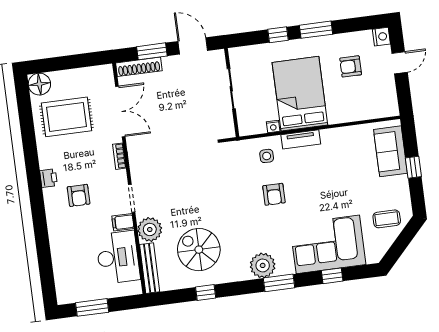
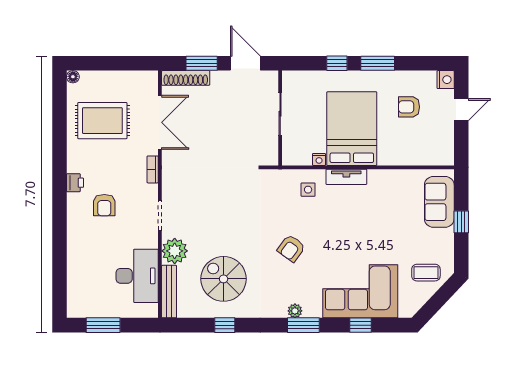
floor lamp: (39, 84) -> (73, 77), width x0.53, depth x0.53
armchair: (274, 194) -> (291, 248), moved, turned 36
filing cabinet: (123, 222) -> (147, 240), removed
plant: (263, 265) -> (295, 311), width x0.53, depth x0.53

